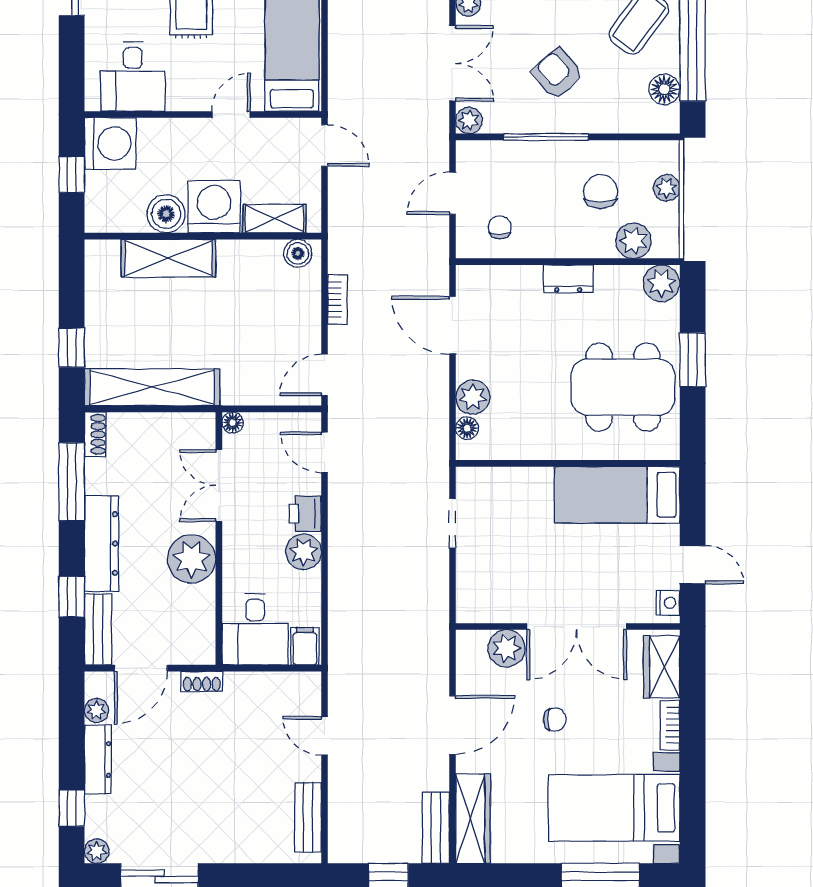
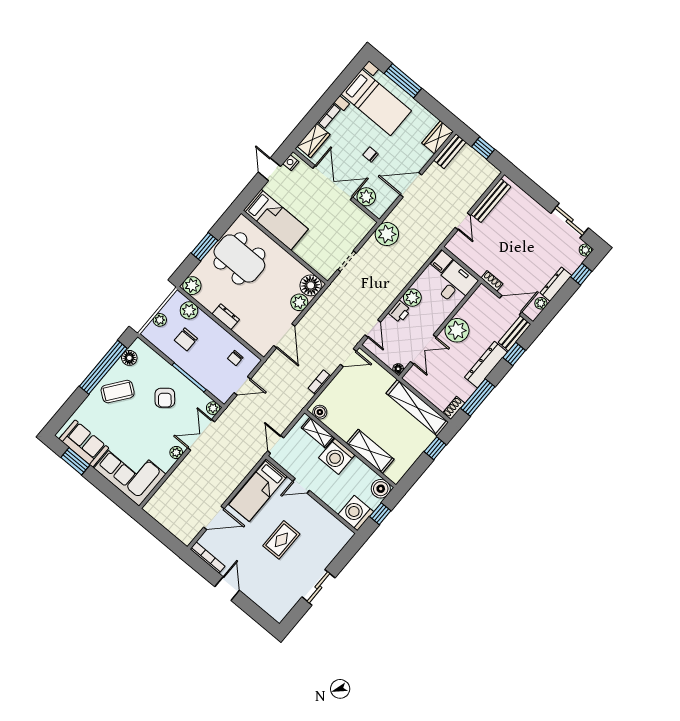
desk: (133, 77) -> (326, 531), removed
boiler: (166, 214) -> (381, 489), moved
floor lamp: (467, 428) -> (311, 285), width x1.89, depth x1.89
plant: (426, 617) -> (387, 234), added
bench: (308, 817) -> (491, 201), width x1.36
wardrobe: (473, 819) -> (438, 137), width x0.67

